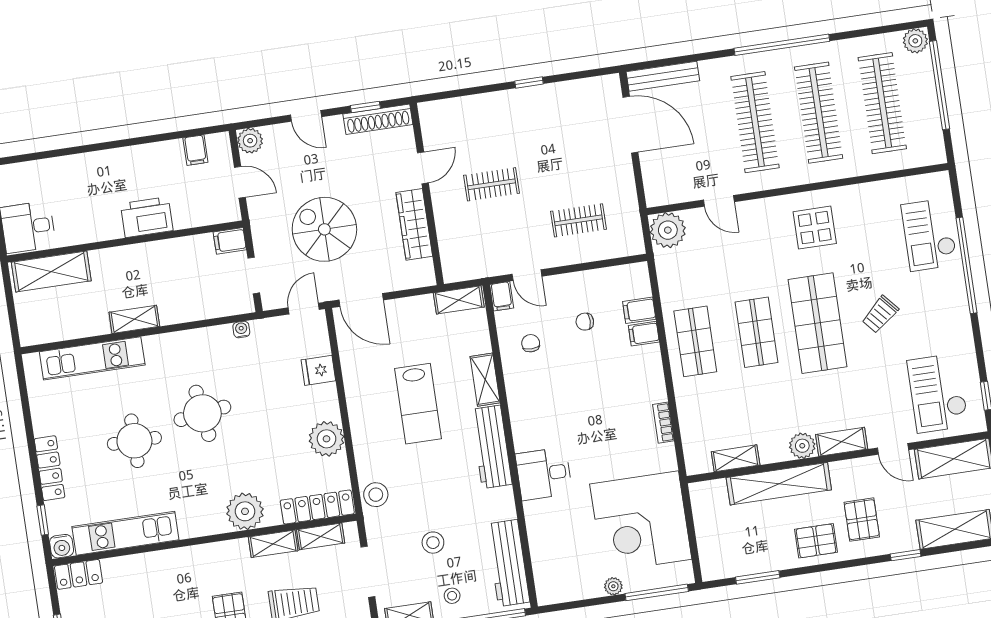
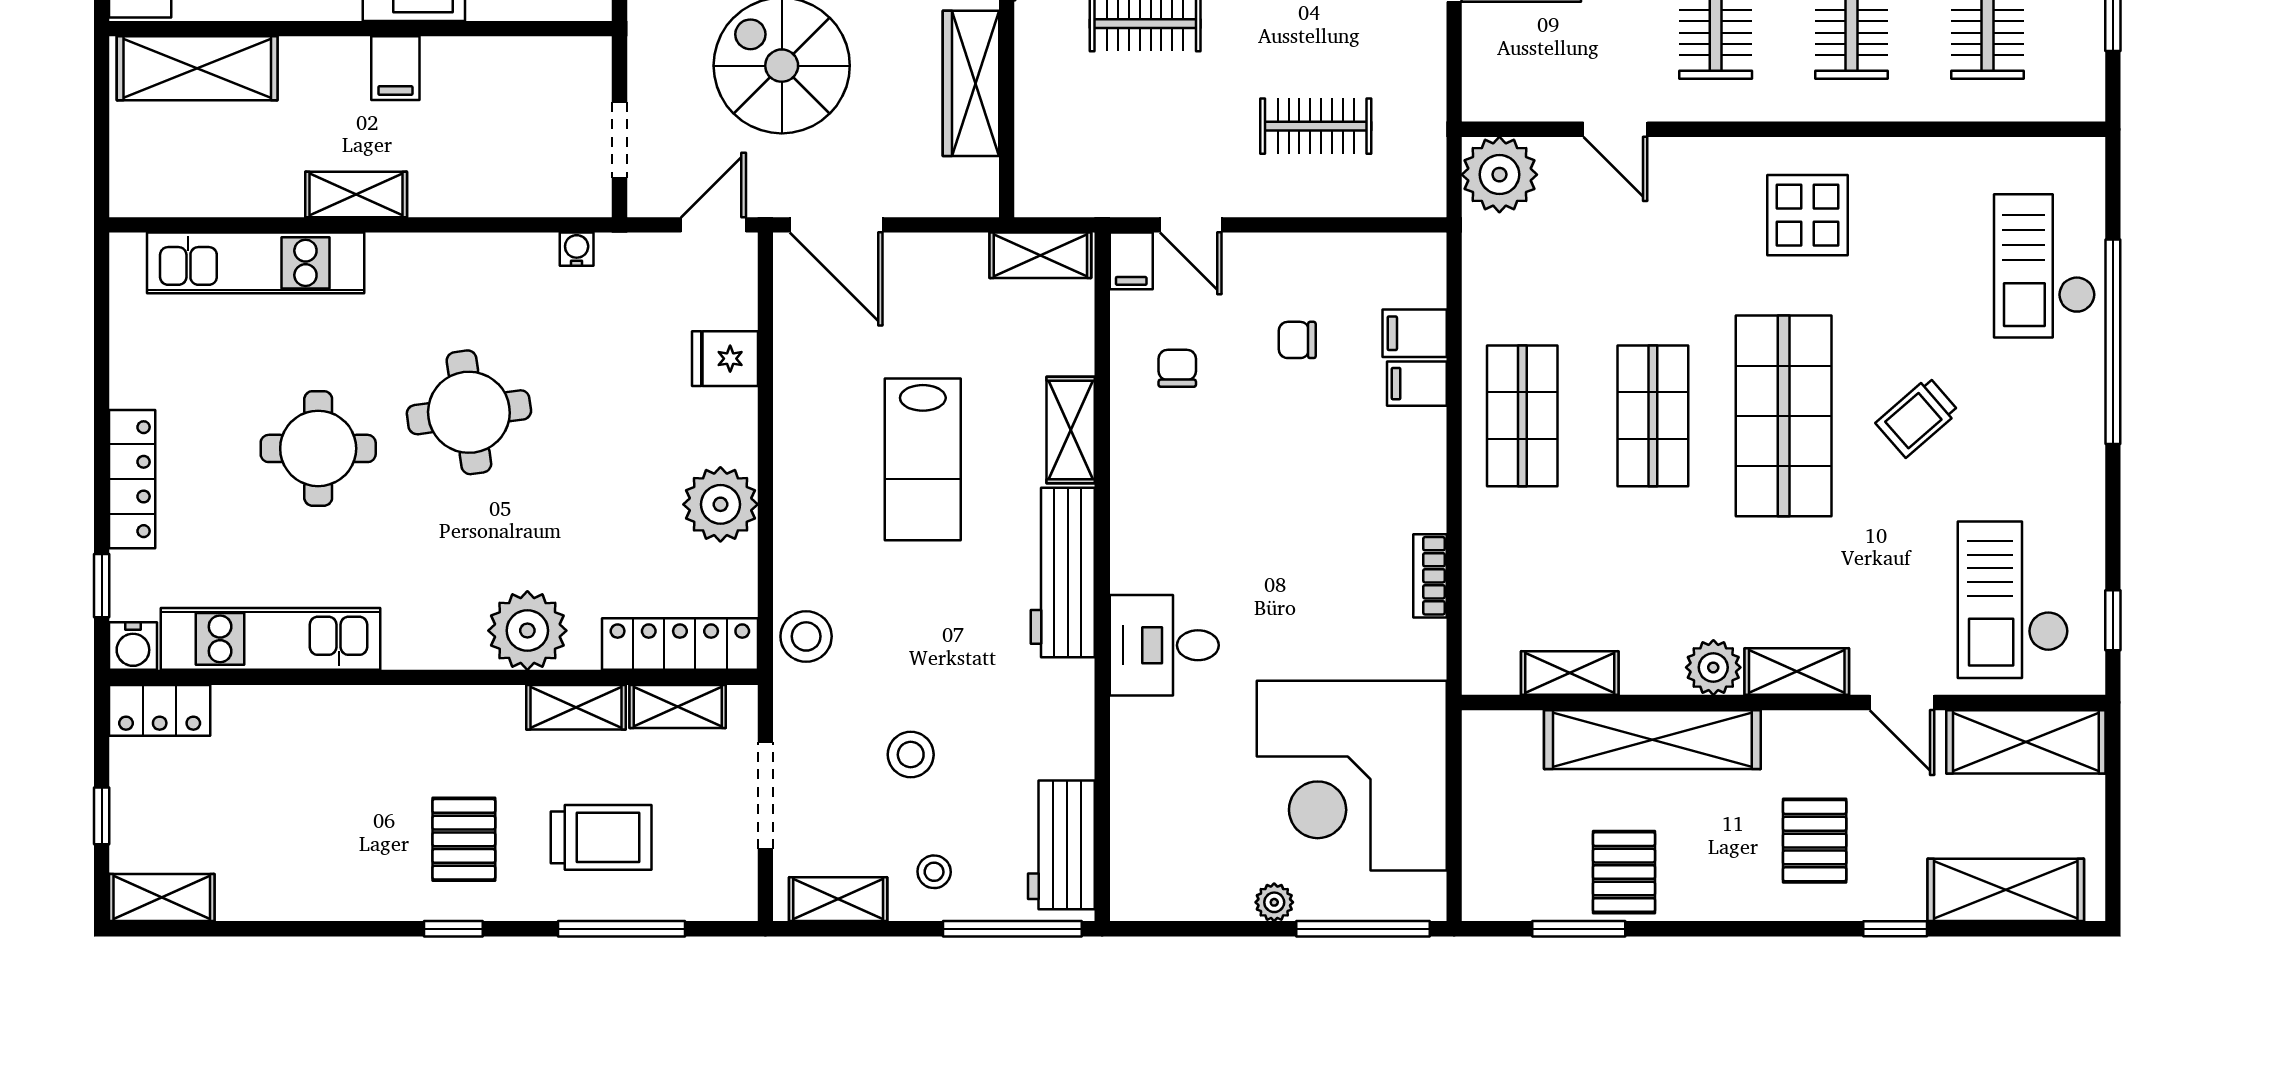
filing cabinet: (230, 241) -> (395, 68), moved, turned -90
pallet: (816, 541) -> (1624, 872), moved, turned 90
workbench: (508, 563) -> (1061, 845), width x0.73

